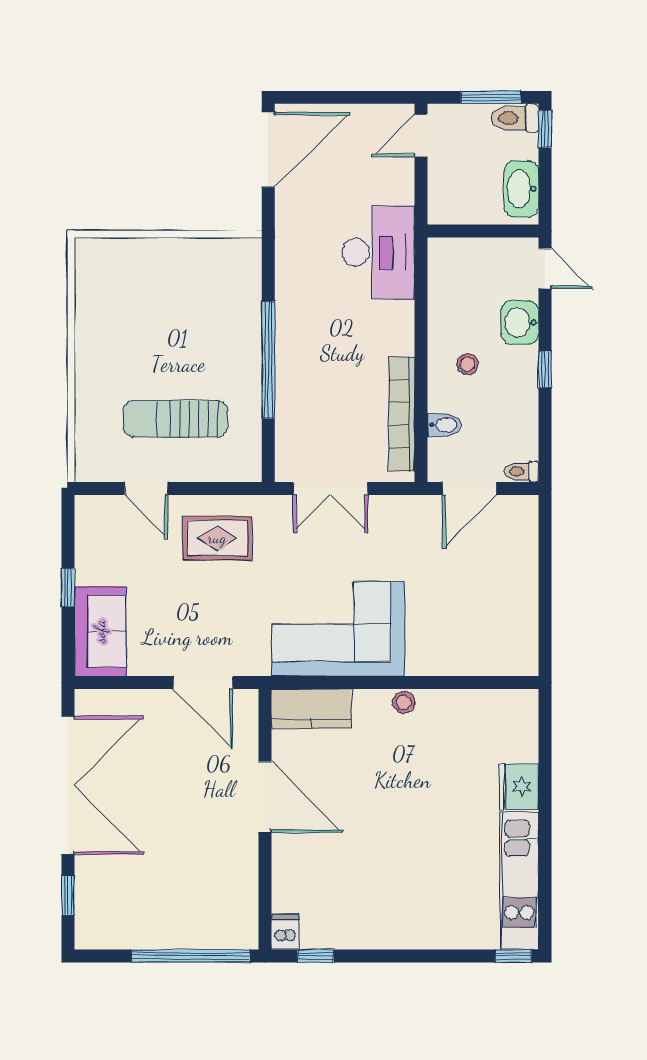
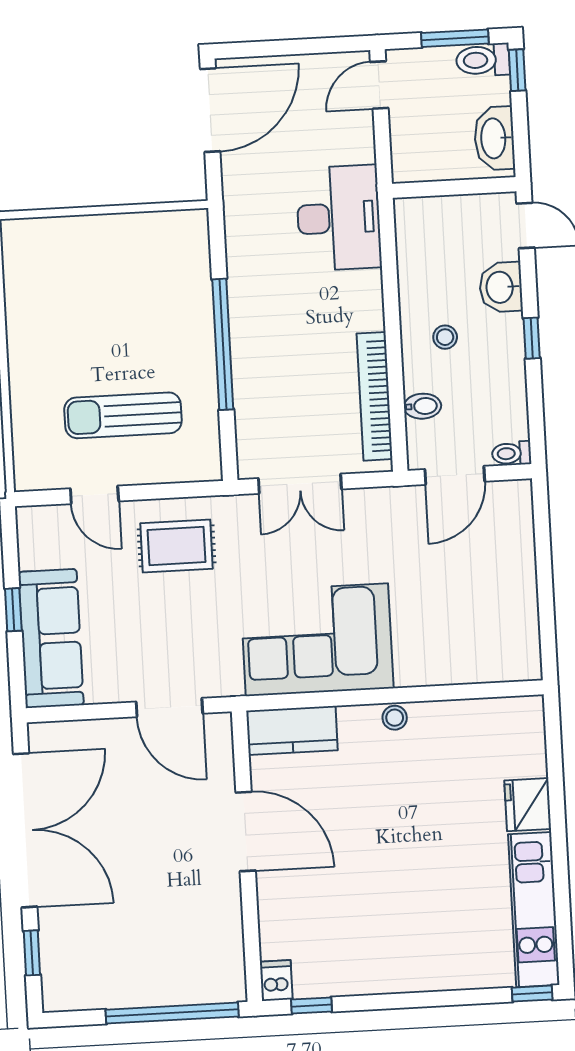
sofa: (100, 631) -> (51, 638), width x1.36

